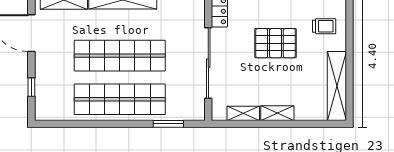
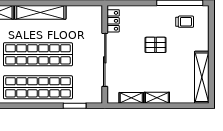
trolley: (324, 26) -> (185, 22), moved
pallet: (275, 43) -> (156, 45), width x0.67, depth x0.71

